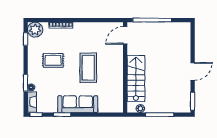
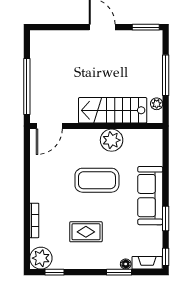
door: (125, 35) -> (49, 126), hinge flipped
rug: (53, 60) -> (86, 232), turned 90
plant: (116, 78) -> (112, 140), added

